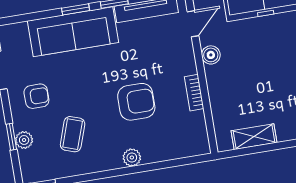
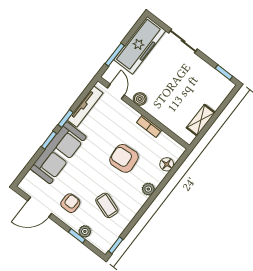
armchair: (136, 102) -> (124, 158), turned -95
floor lamp: (175, 150) -> (167, 164), added

